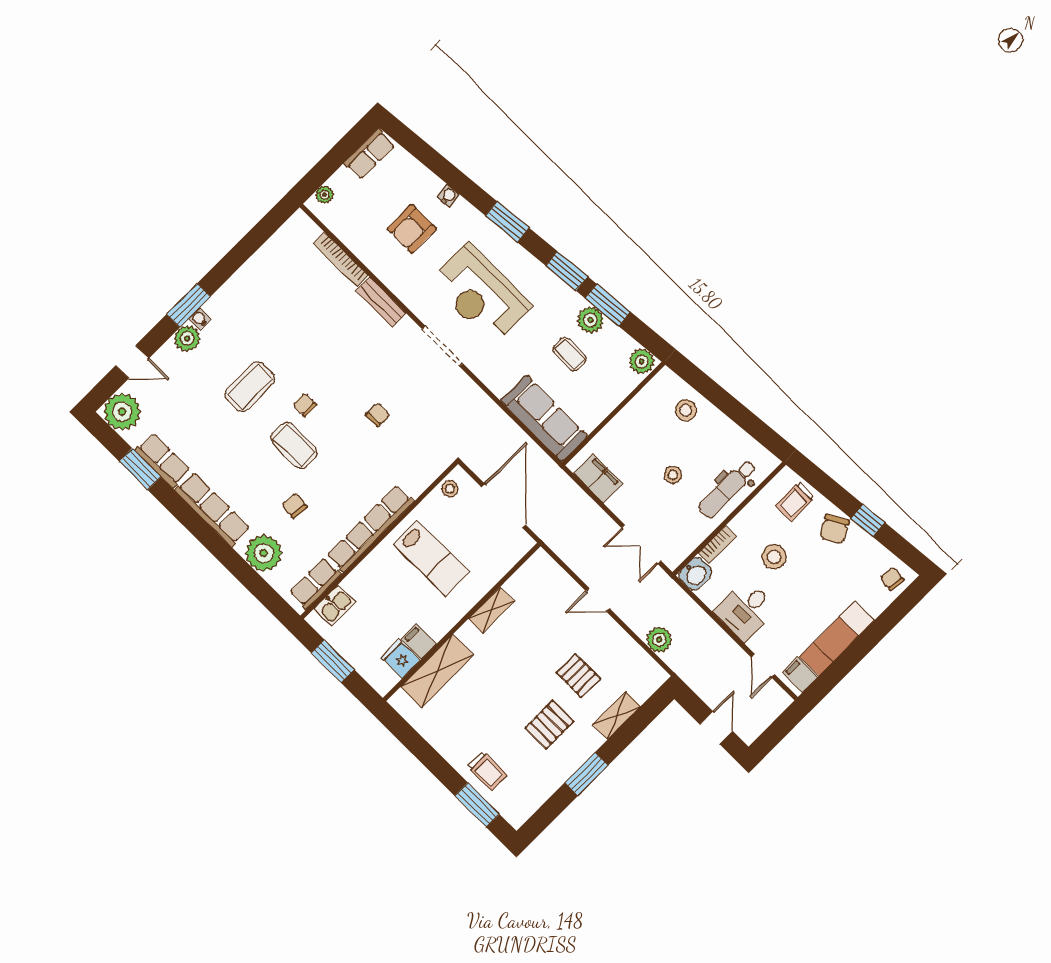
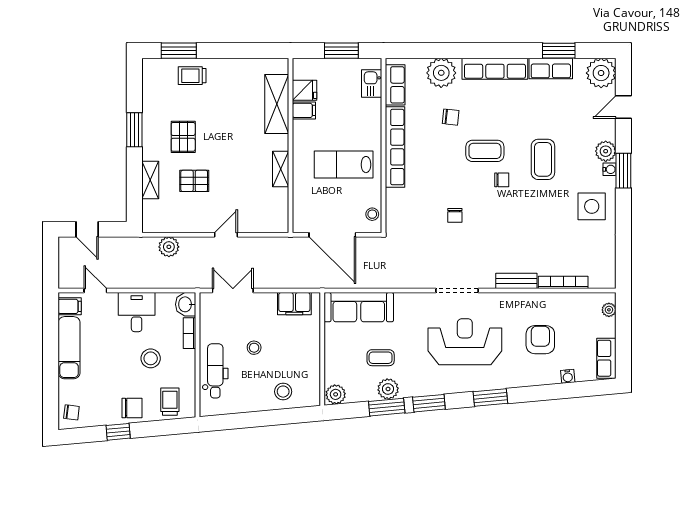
water cooler: (448, 196) -> (568, 376), moved
side table: (248, 302) -> (592, 206), added
chair: (834, 529) -> (132, 408), turned 120

